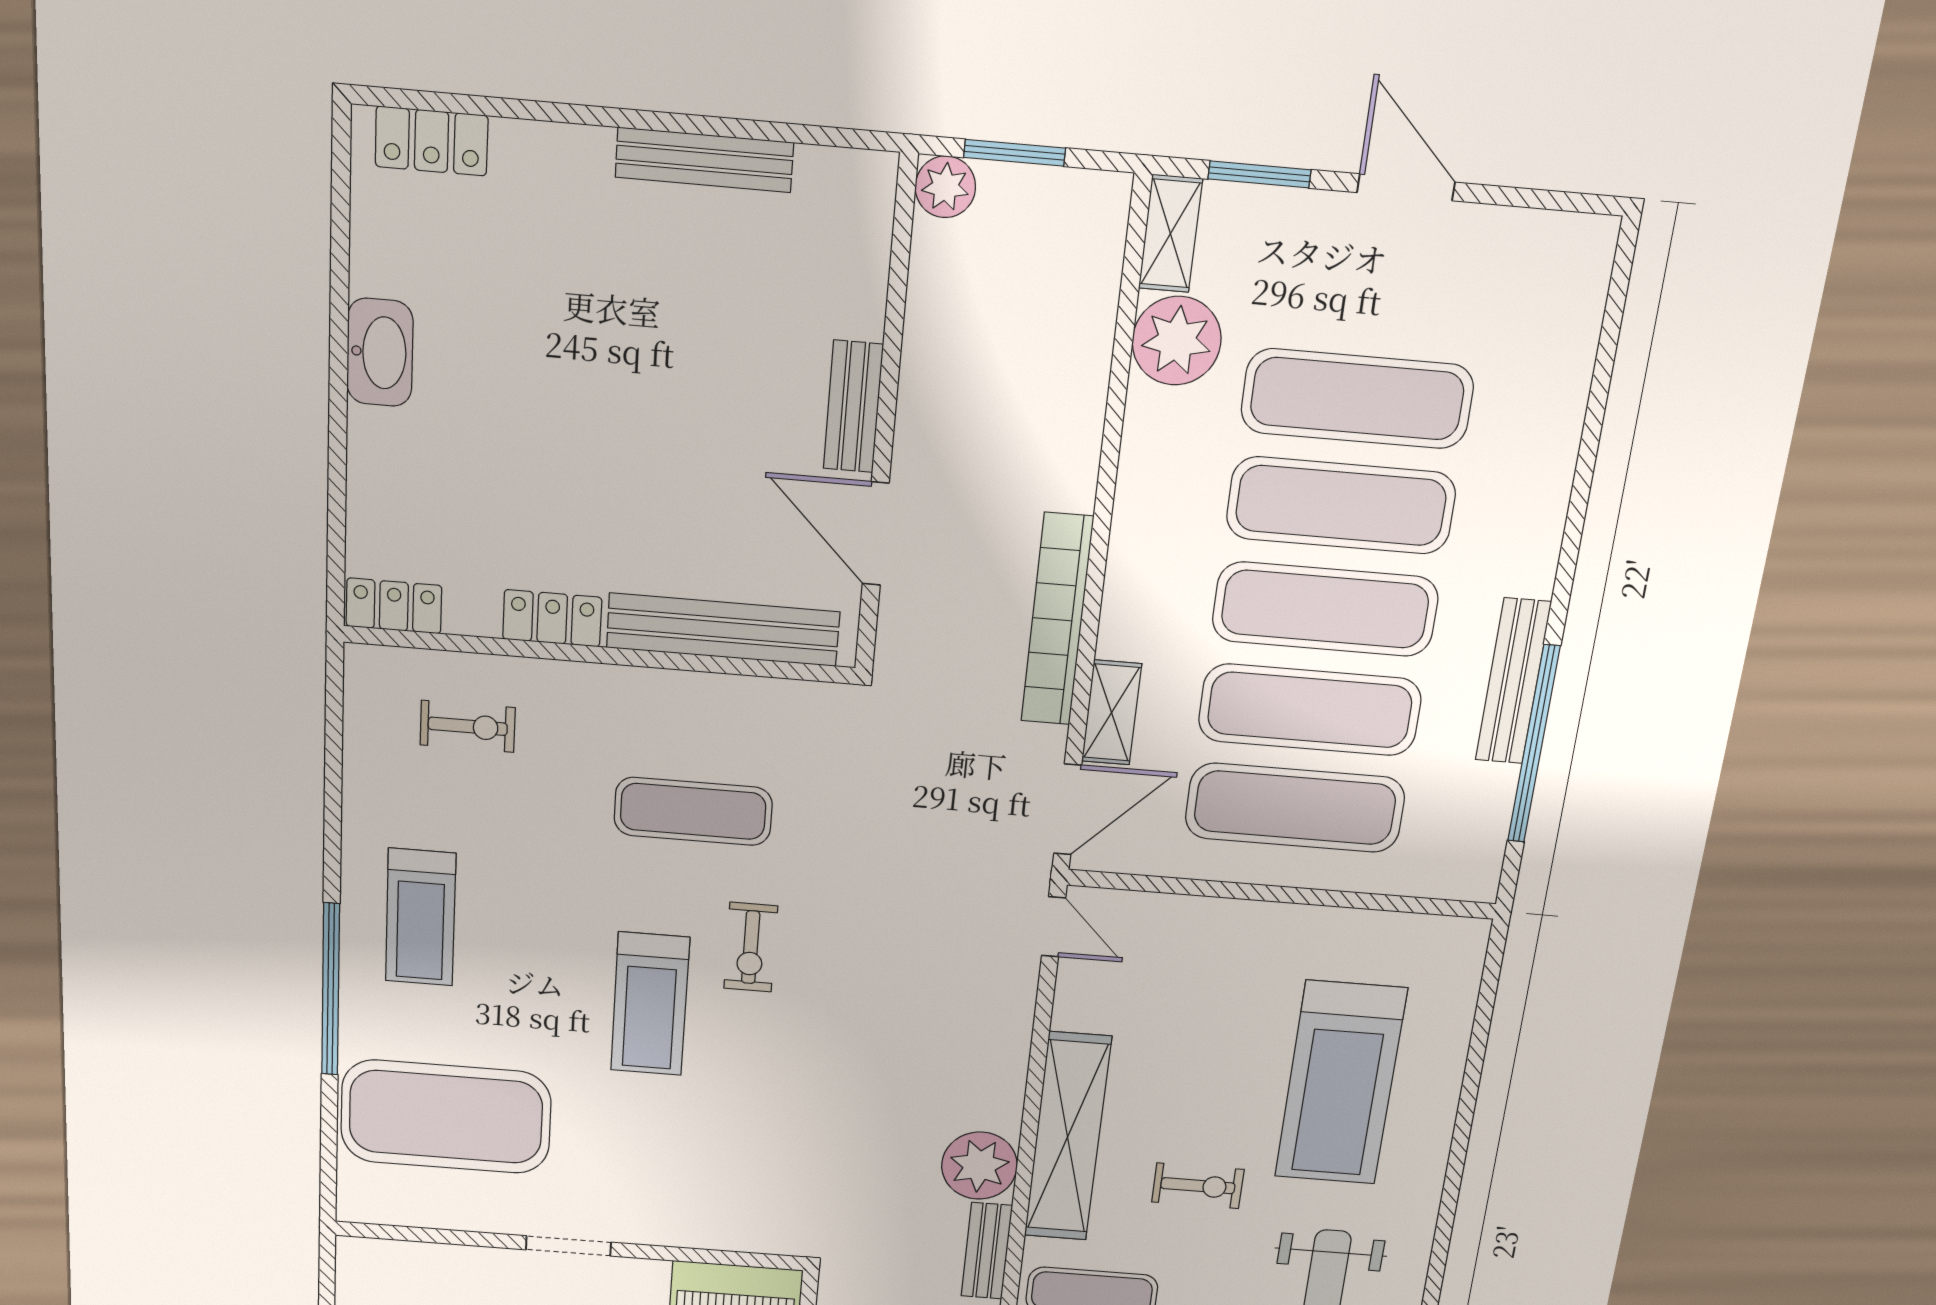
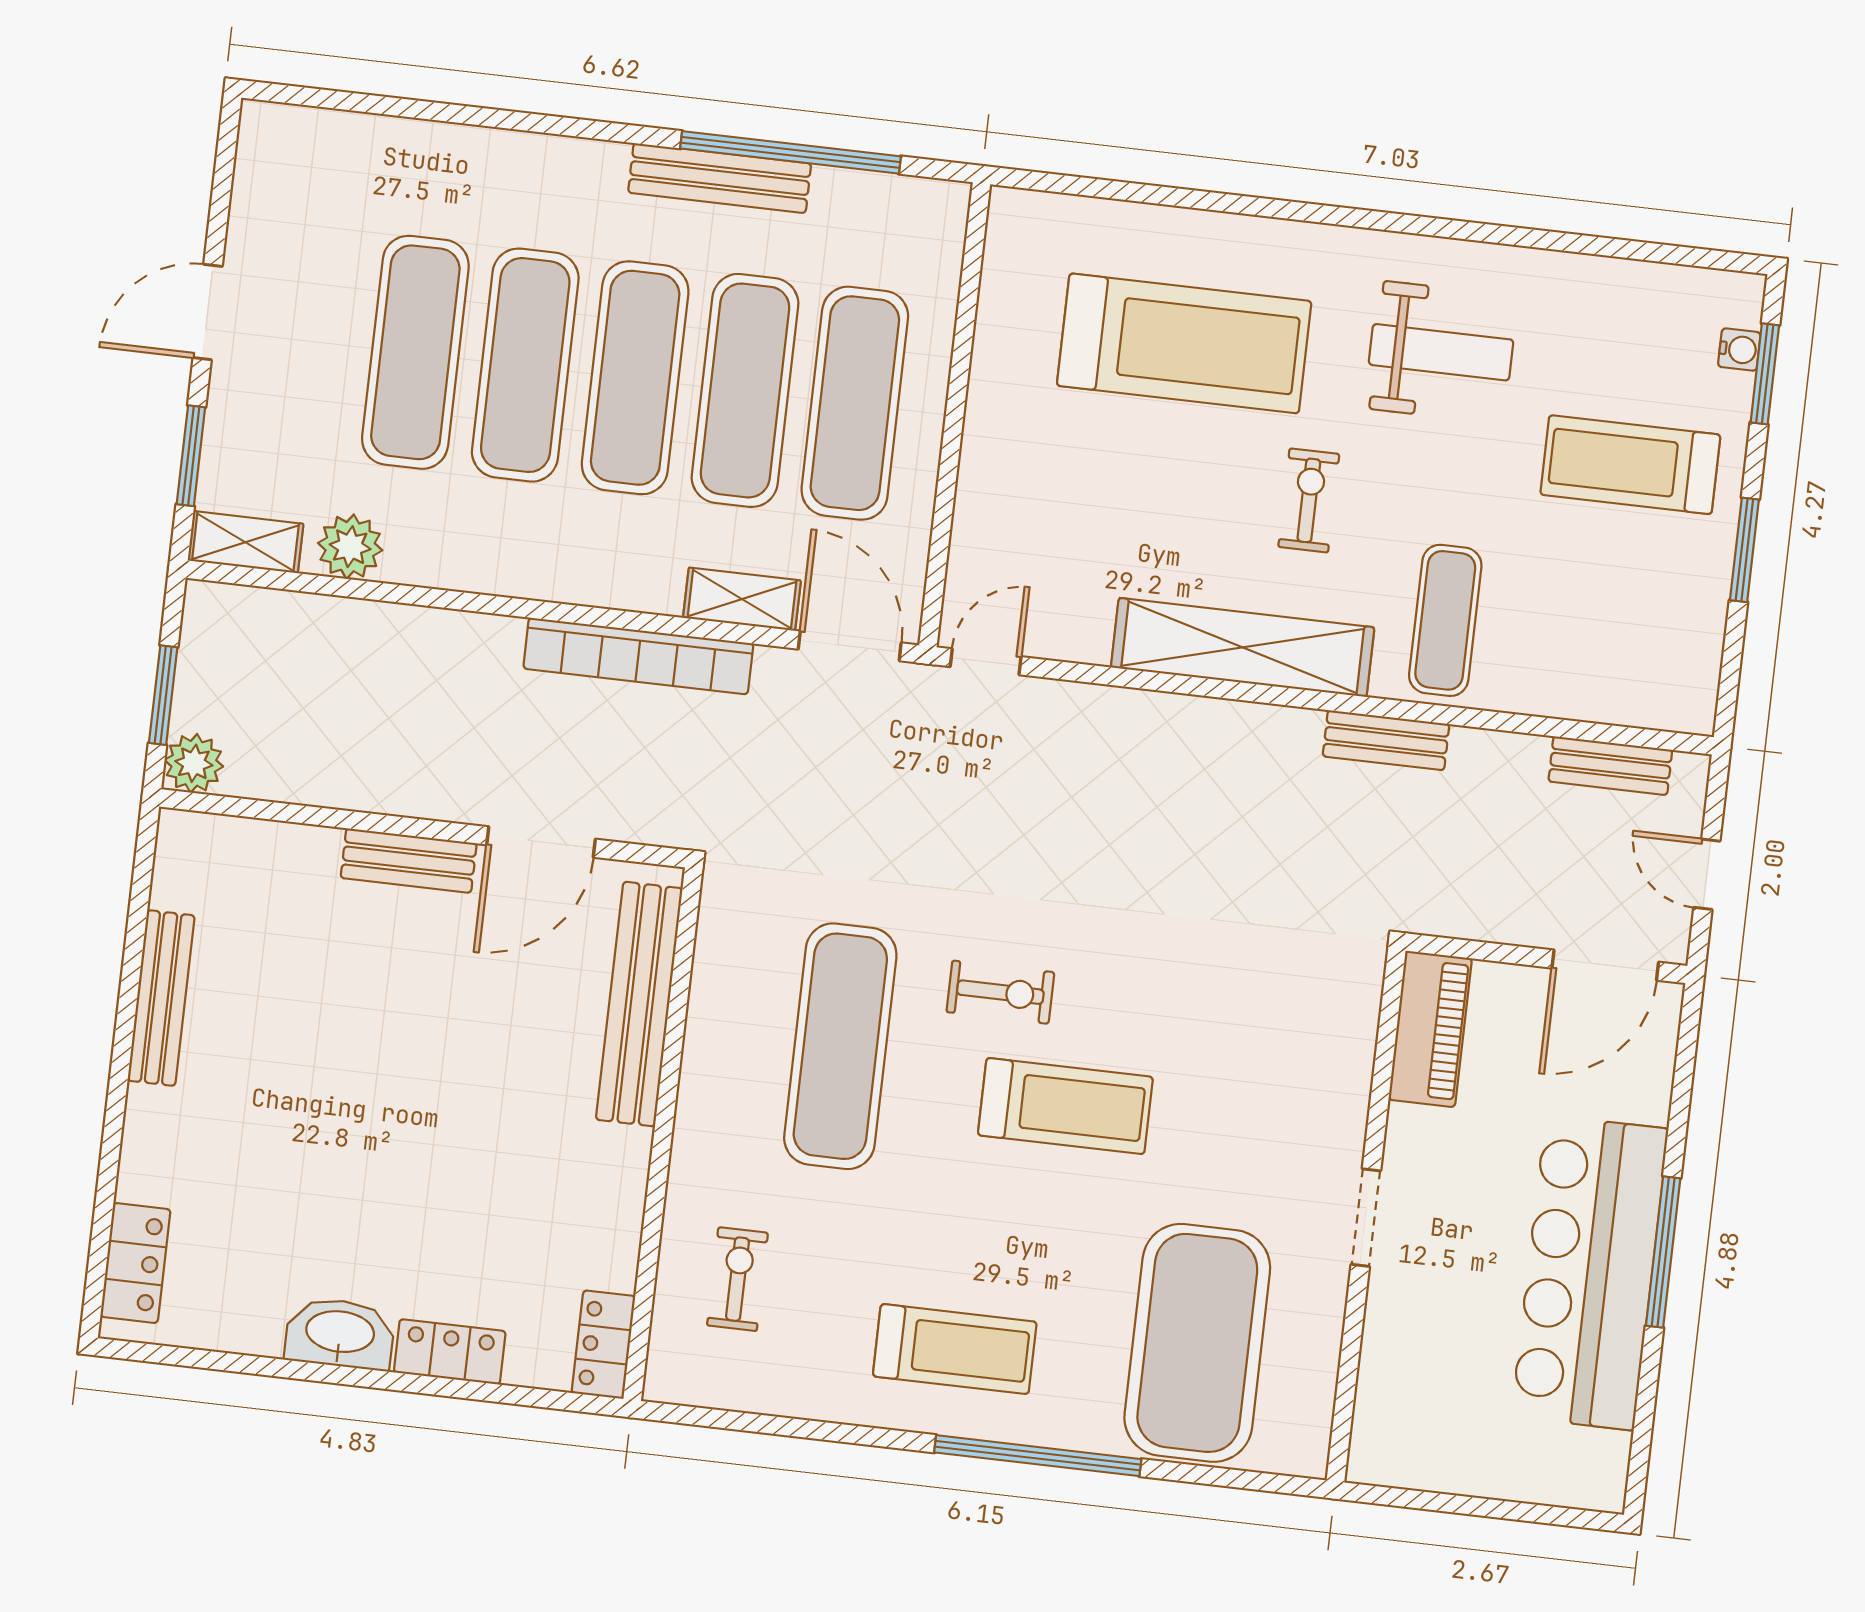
plant: (1177, 341) -> (350, 547), width x0.73, depth x0.73
locker: (552, 618) -> (450, 1352), moved, turned 90
exercise mat: (693, 811) -> (840, 1046), width x1.36, depth x1.45
plant: (979, 1166) -> (1276, 747), removed

